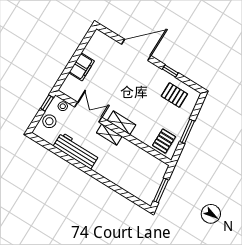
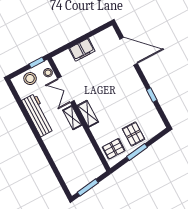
door: (136, 50) -> (129, 51), moved
pallet: (174, 95) -> (134, 134), moved
double door: (88, 112) -> (66, 90), swing flipped

